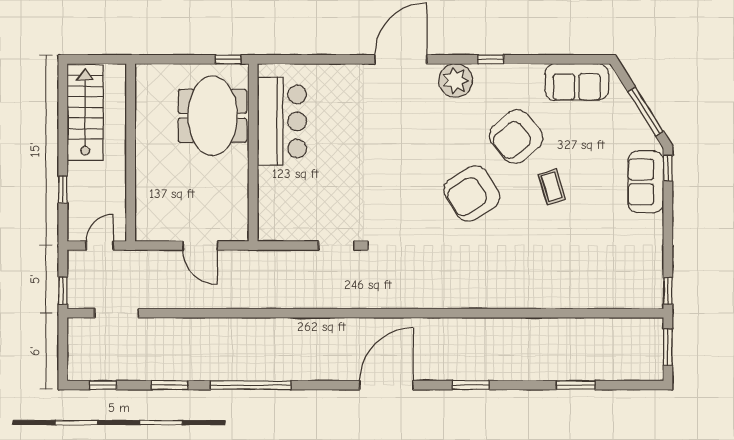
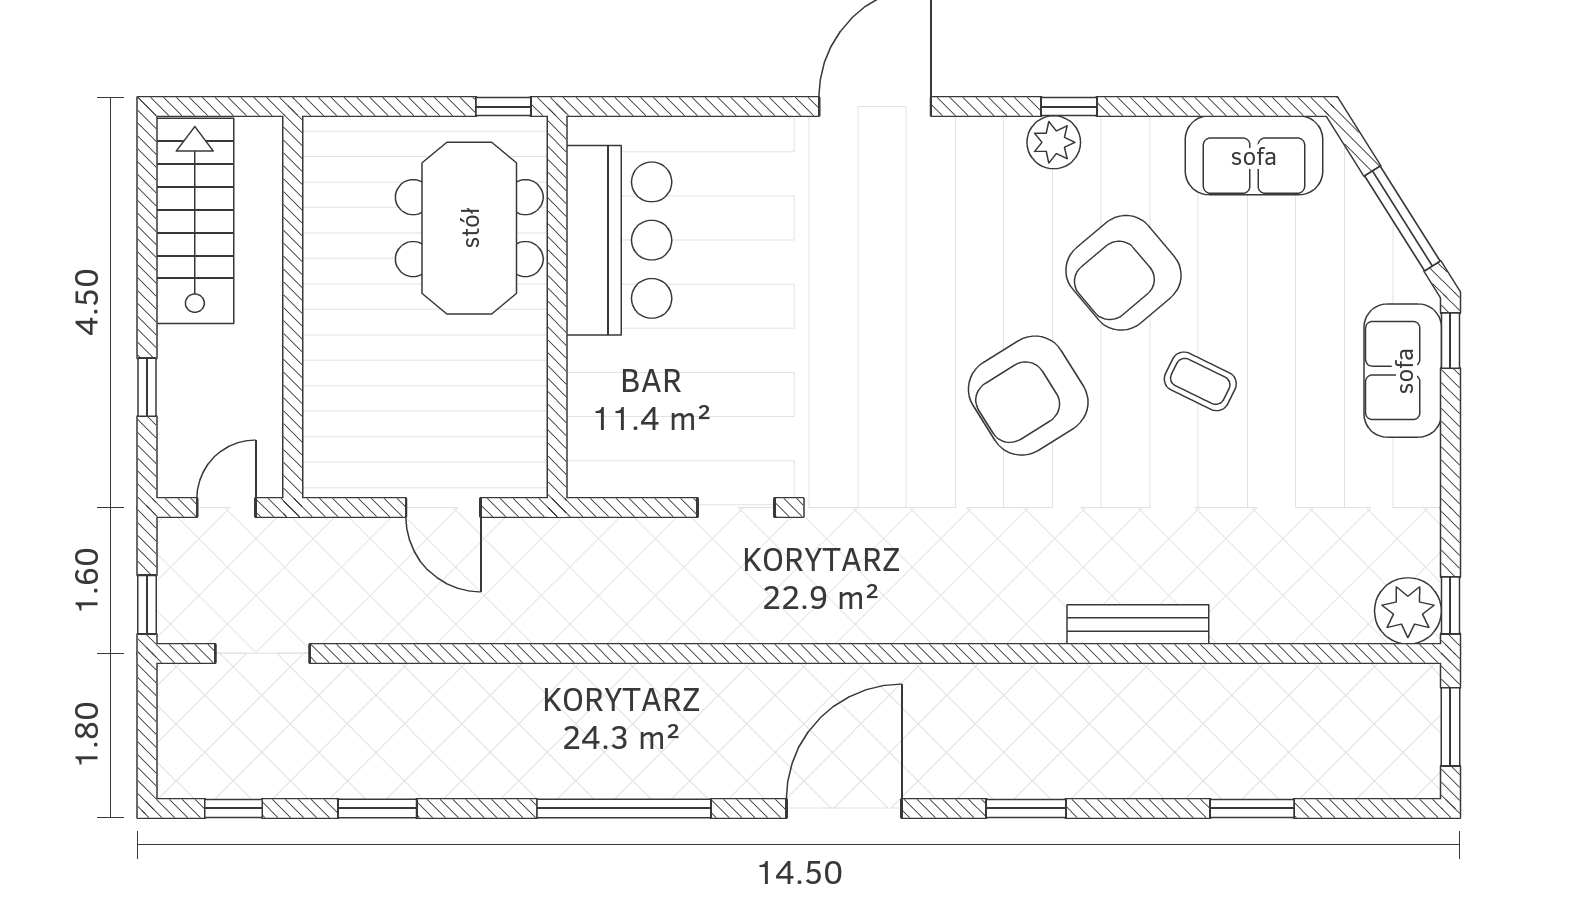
plant: (456, 80) -> (1054, 142), moved, width x0.73, depth x0.73
coffee table: (552, 187) -> (1200, 381), turned -47
plant: (648, 293) -> (1408, 611), added
bench: (523, 300) -> (1138, 625), added
window: (251, 385) -> (624, 808), moved

